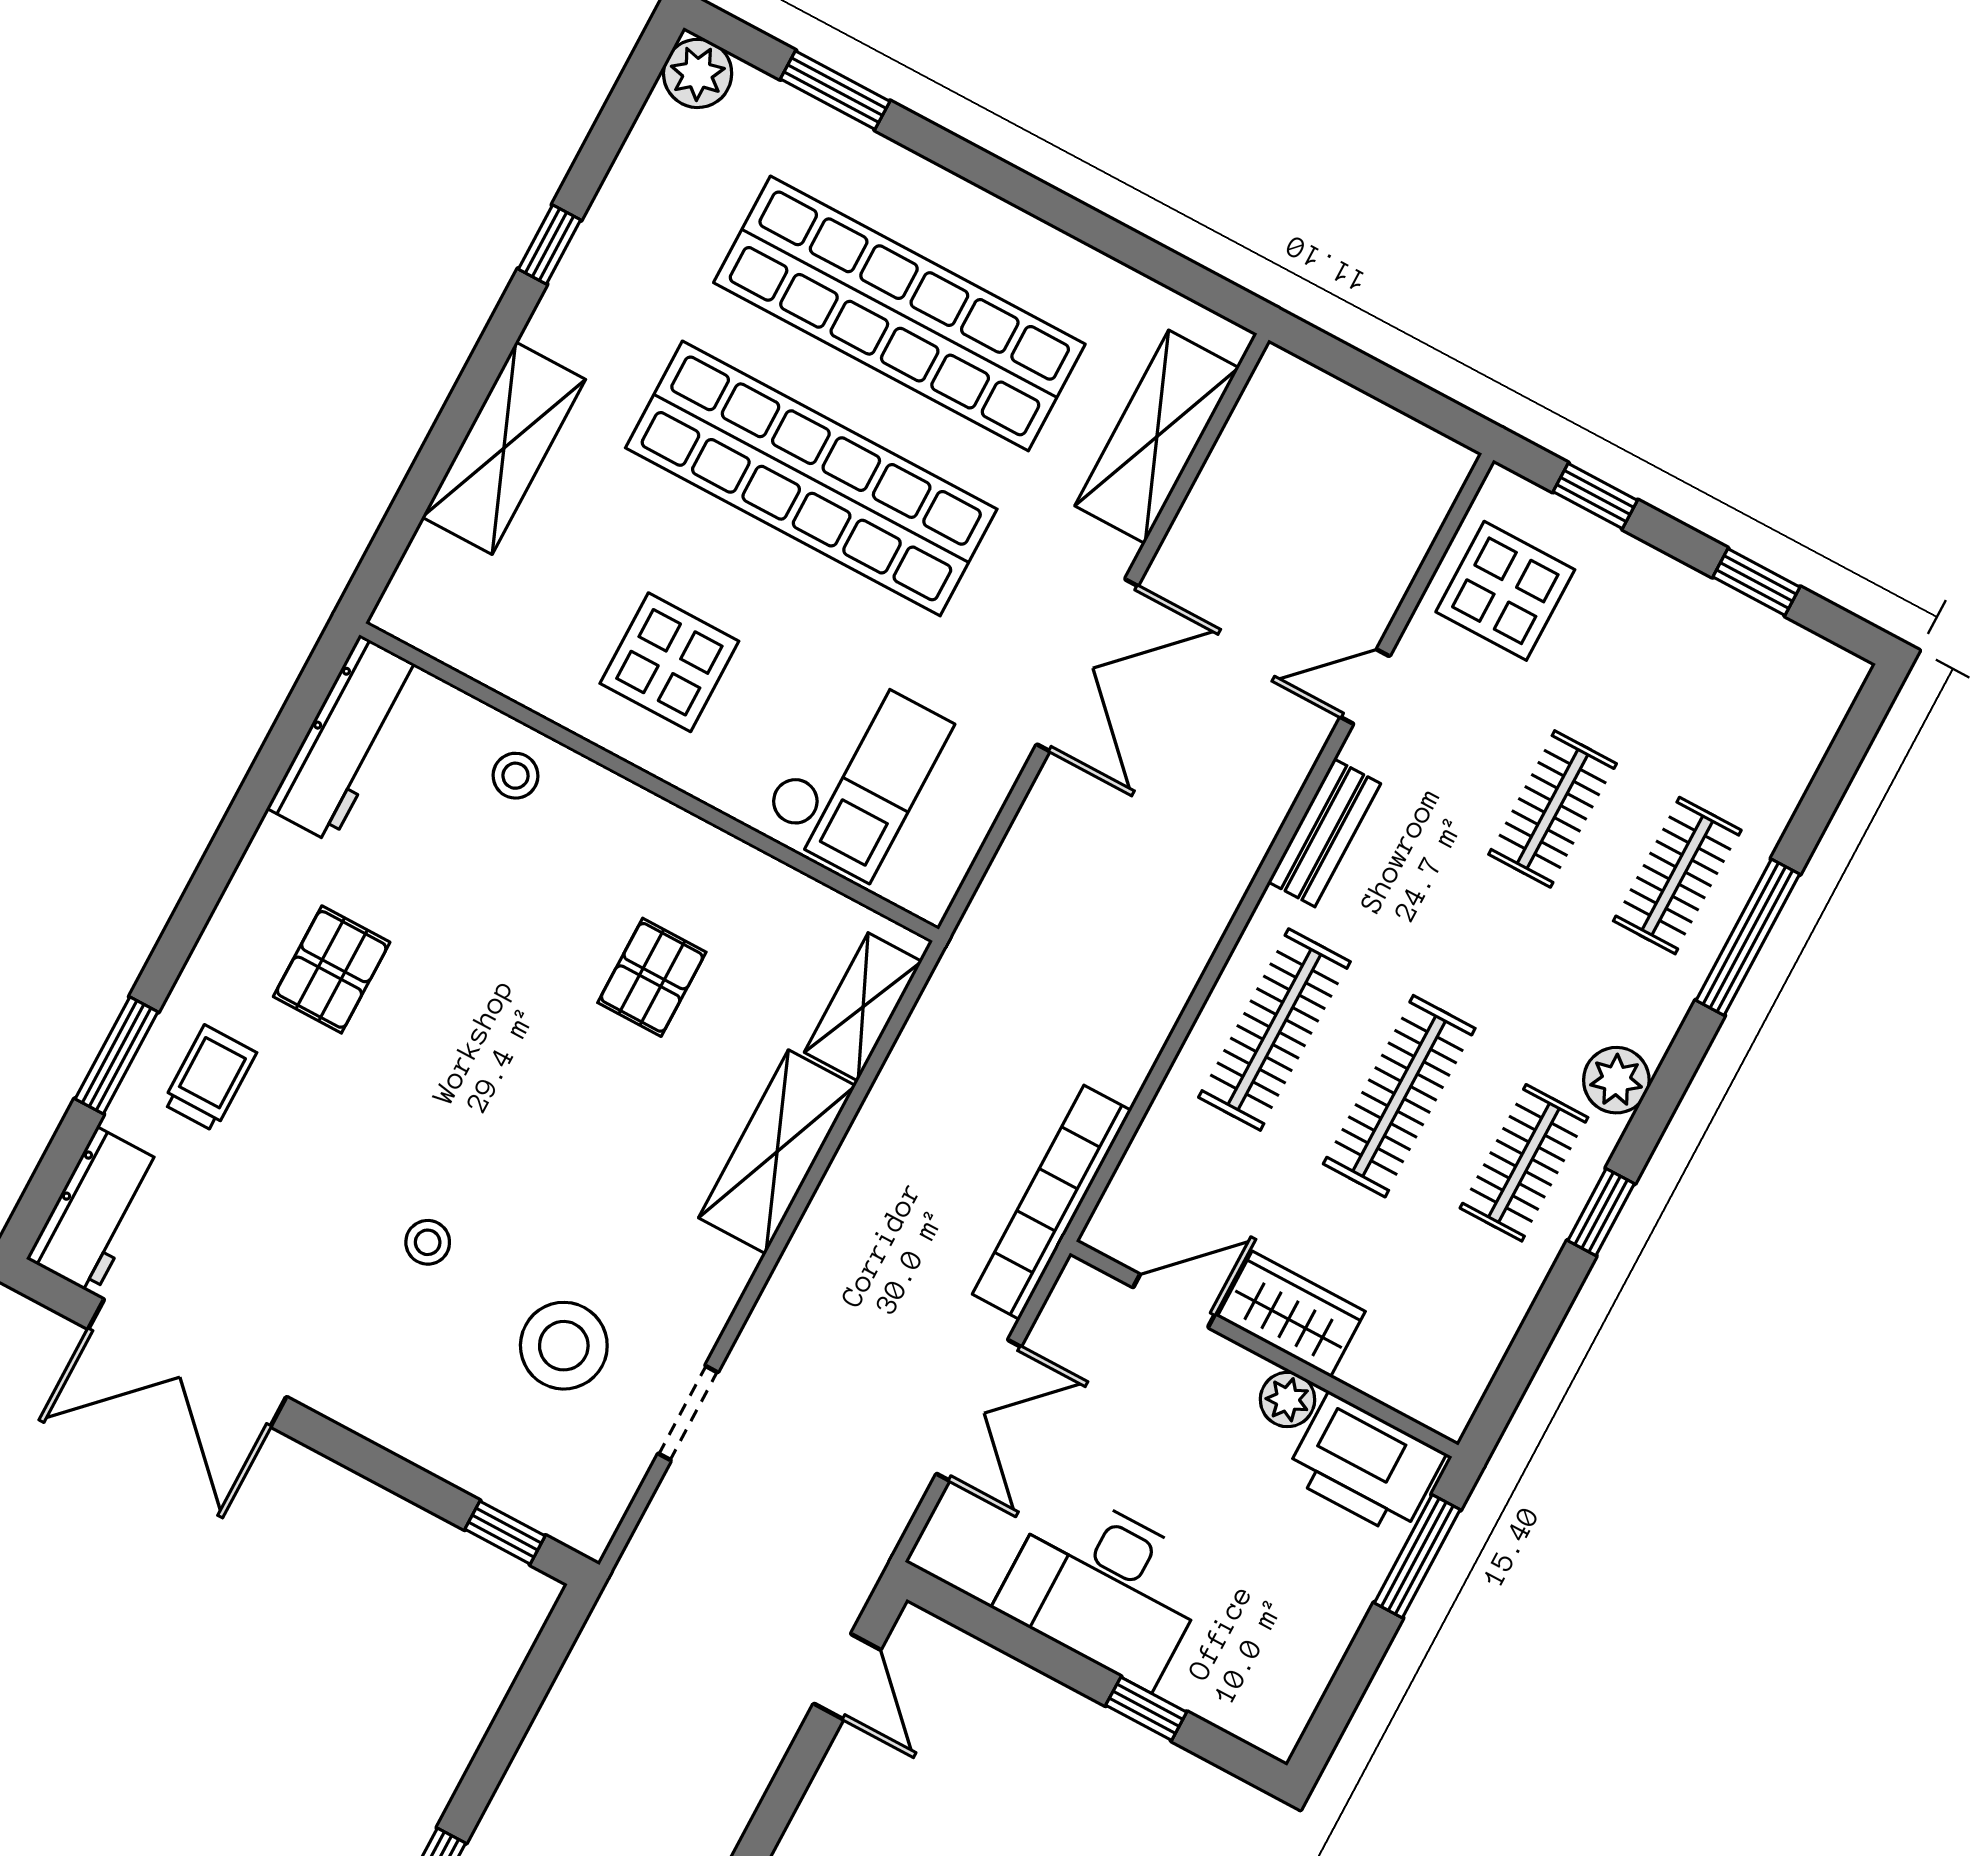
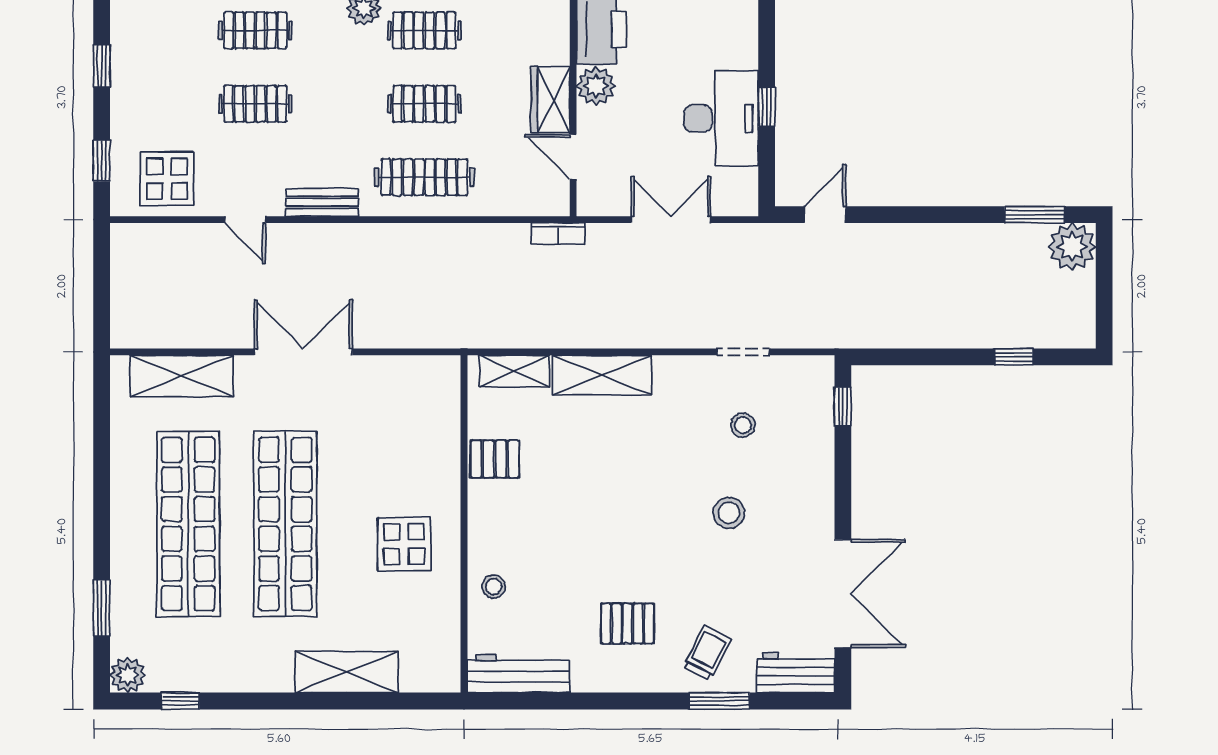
window: (550, 244) -> (180, 701), moved
checkout: (856, 774) -> (410, 431), removed
pallet: (652, 977) -> (495, 459), moved
trolley: (209, 1078) -> (707, 653), turned 117
clothes rail: (1399, 1096) -> (424, 104), width x0.73
bookcase: (1052, 1202) -> (558, 234), width x0.43, depth x0.76
stool: (428, 1242) -> (729, 513), width x1.37, depth x1.37
stool: (564, 1346) -> (743, 425), width x0.53, depth x0.53
plant: (1288, 1399) -> (596, 86), width x1.38, depth x1.38
window: (1146, 1709) -> (767, 107), moved

